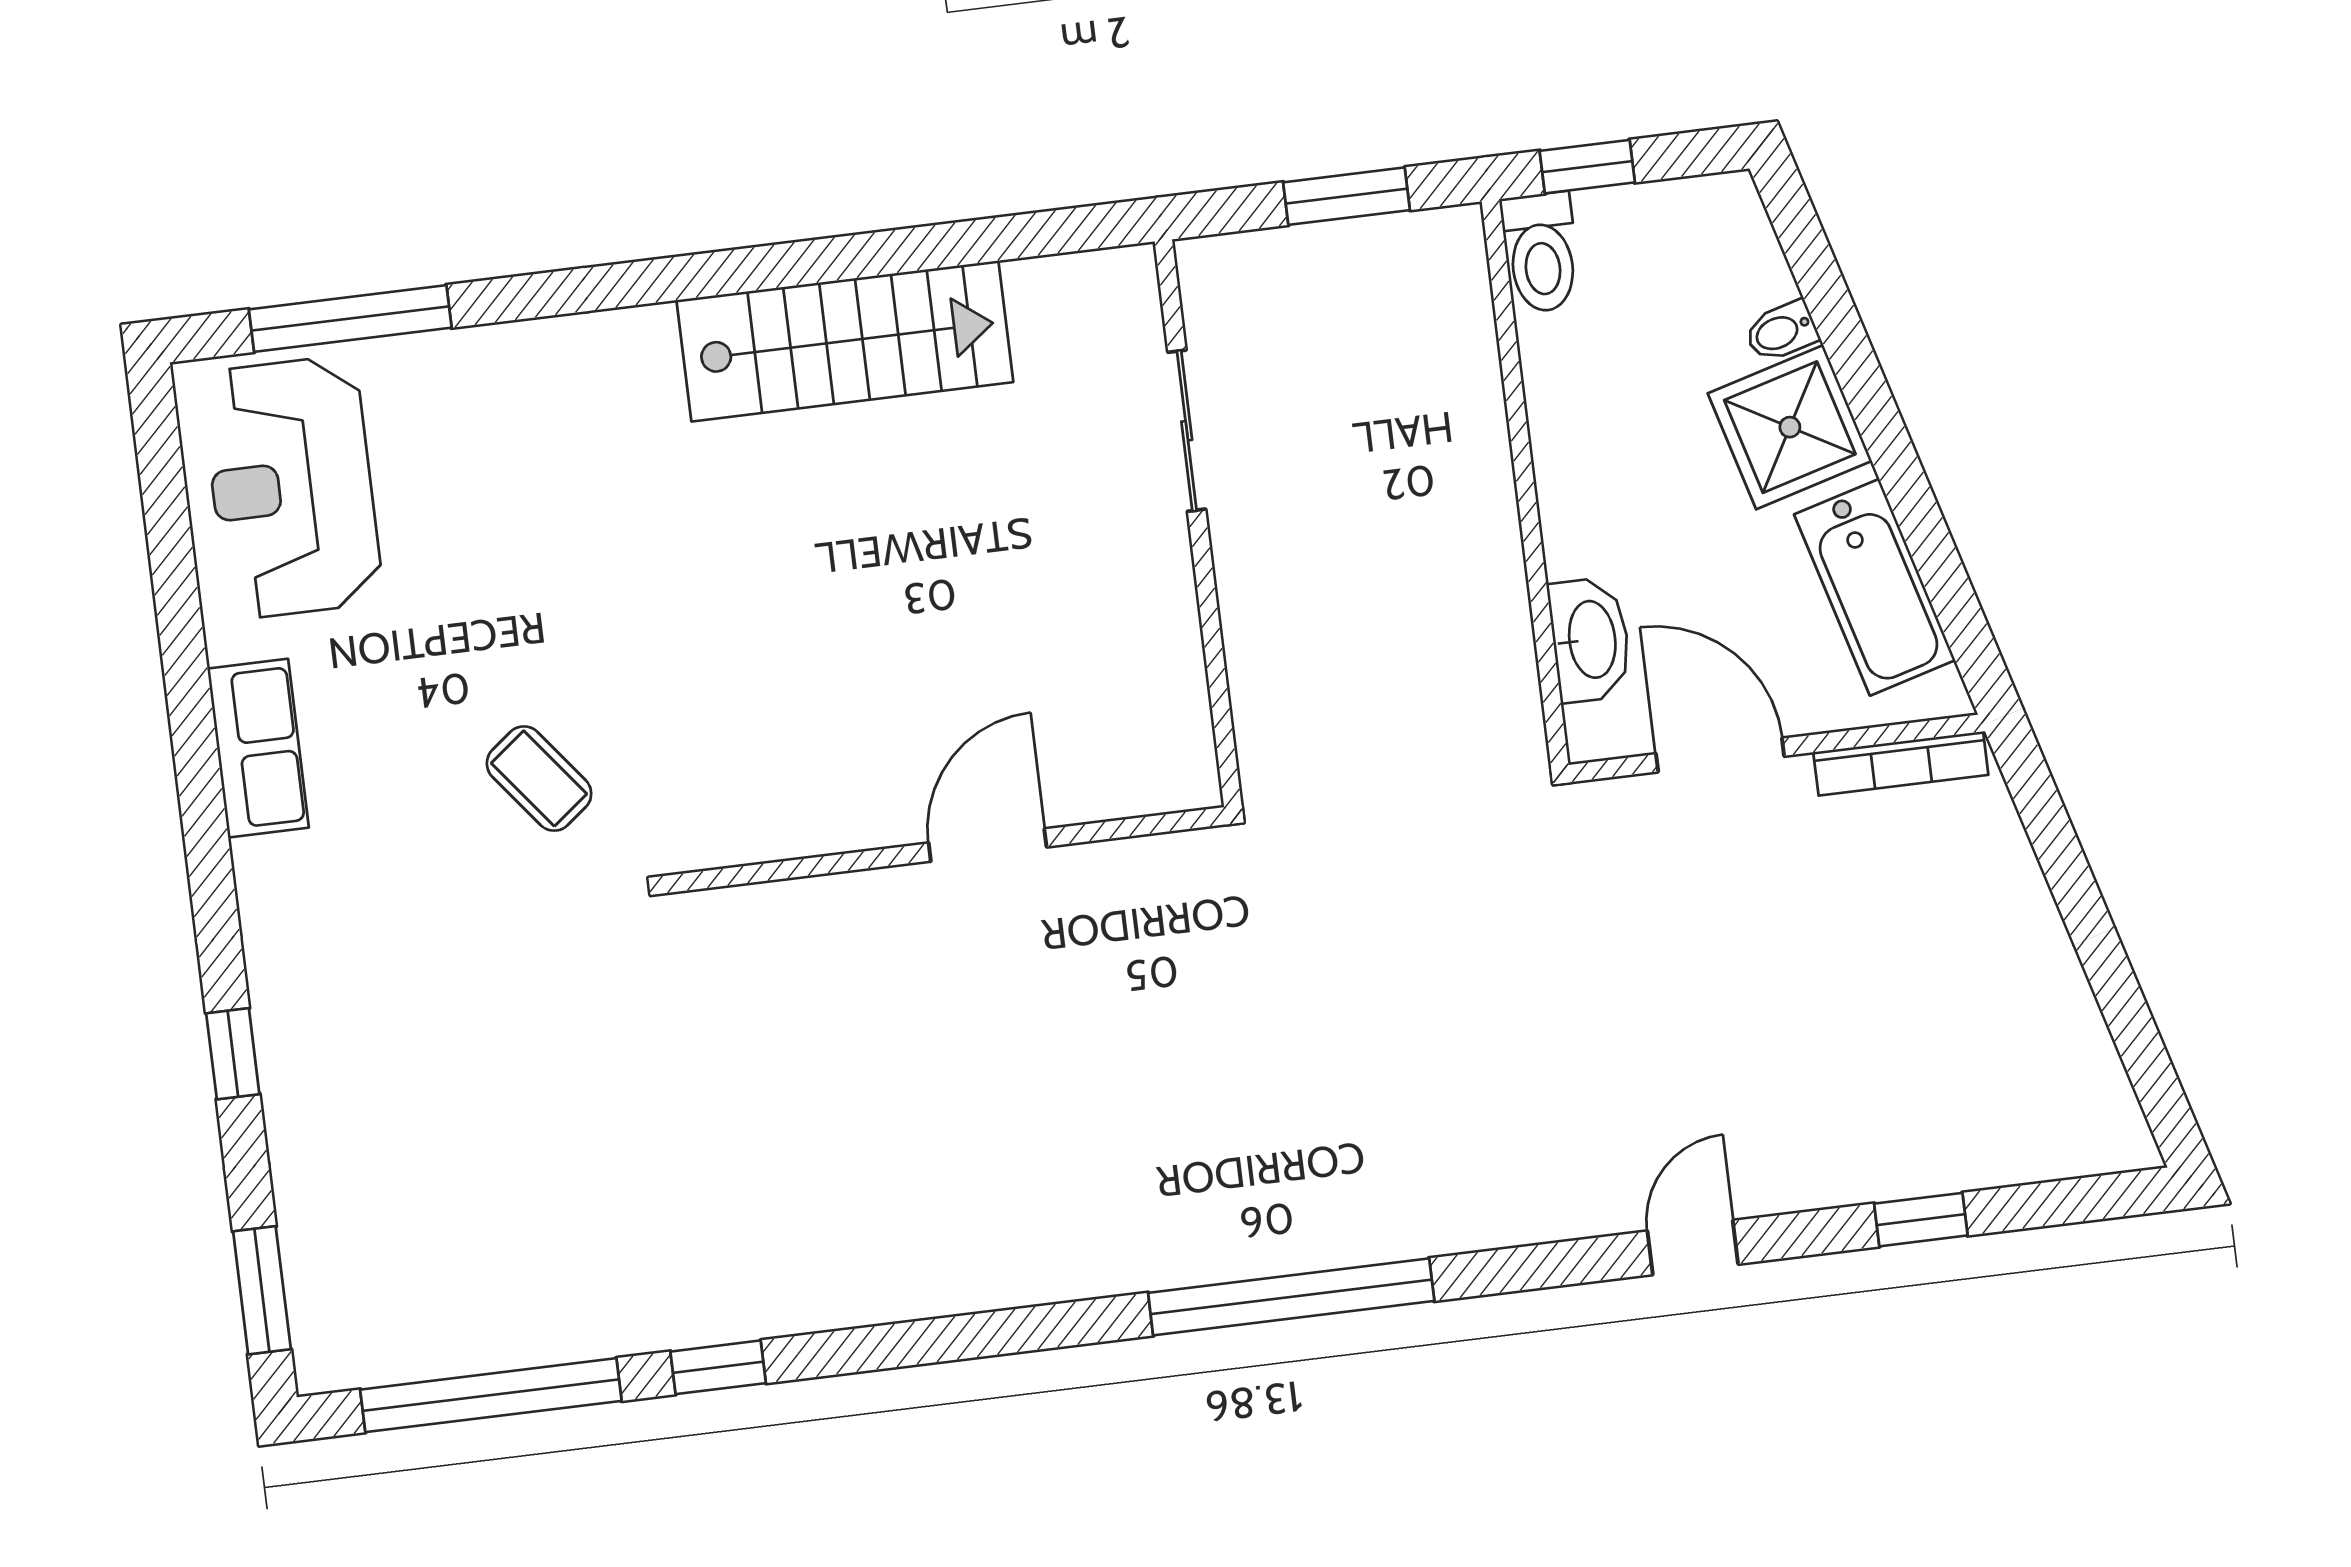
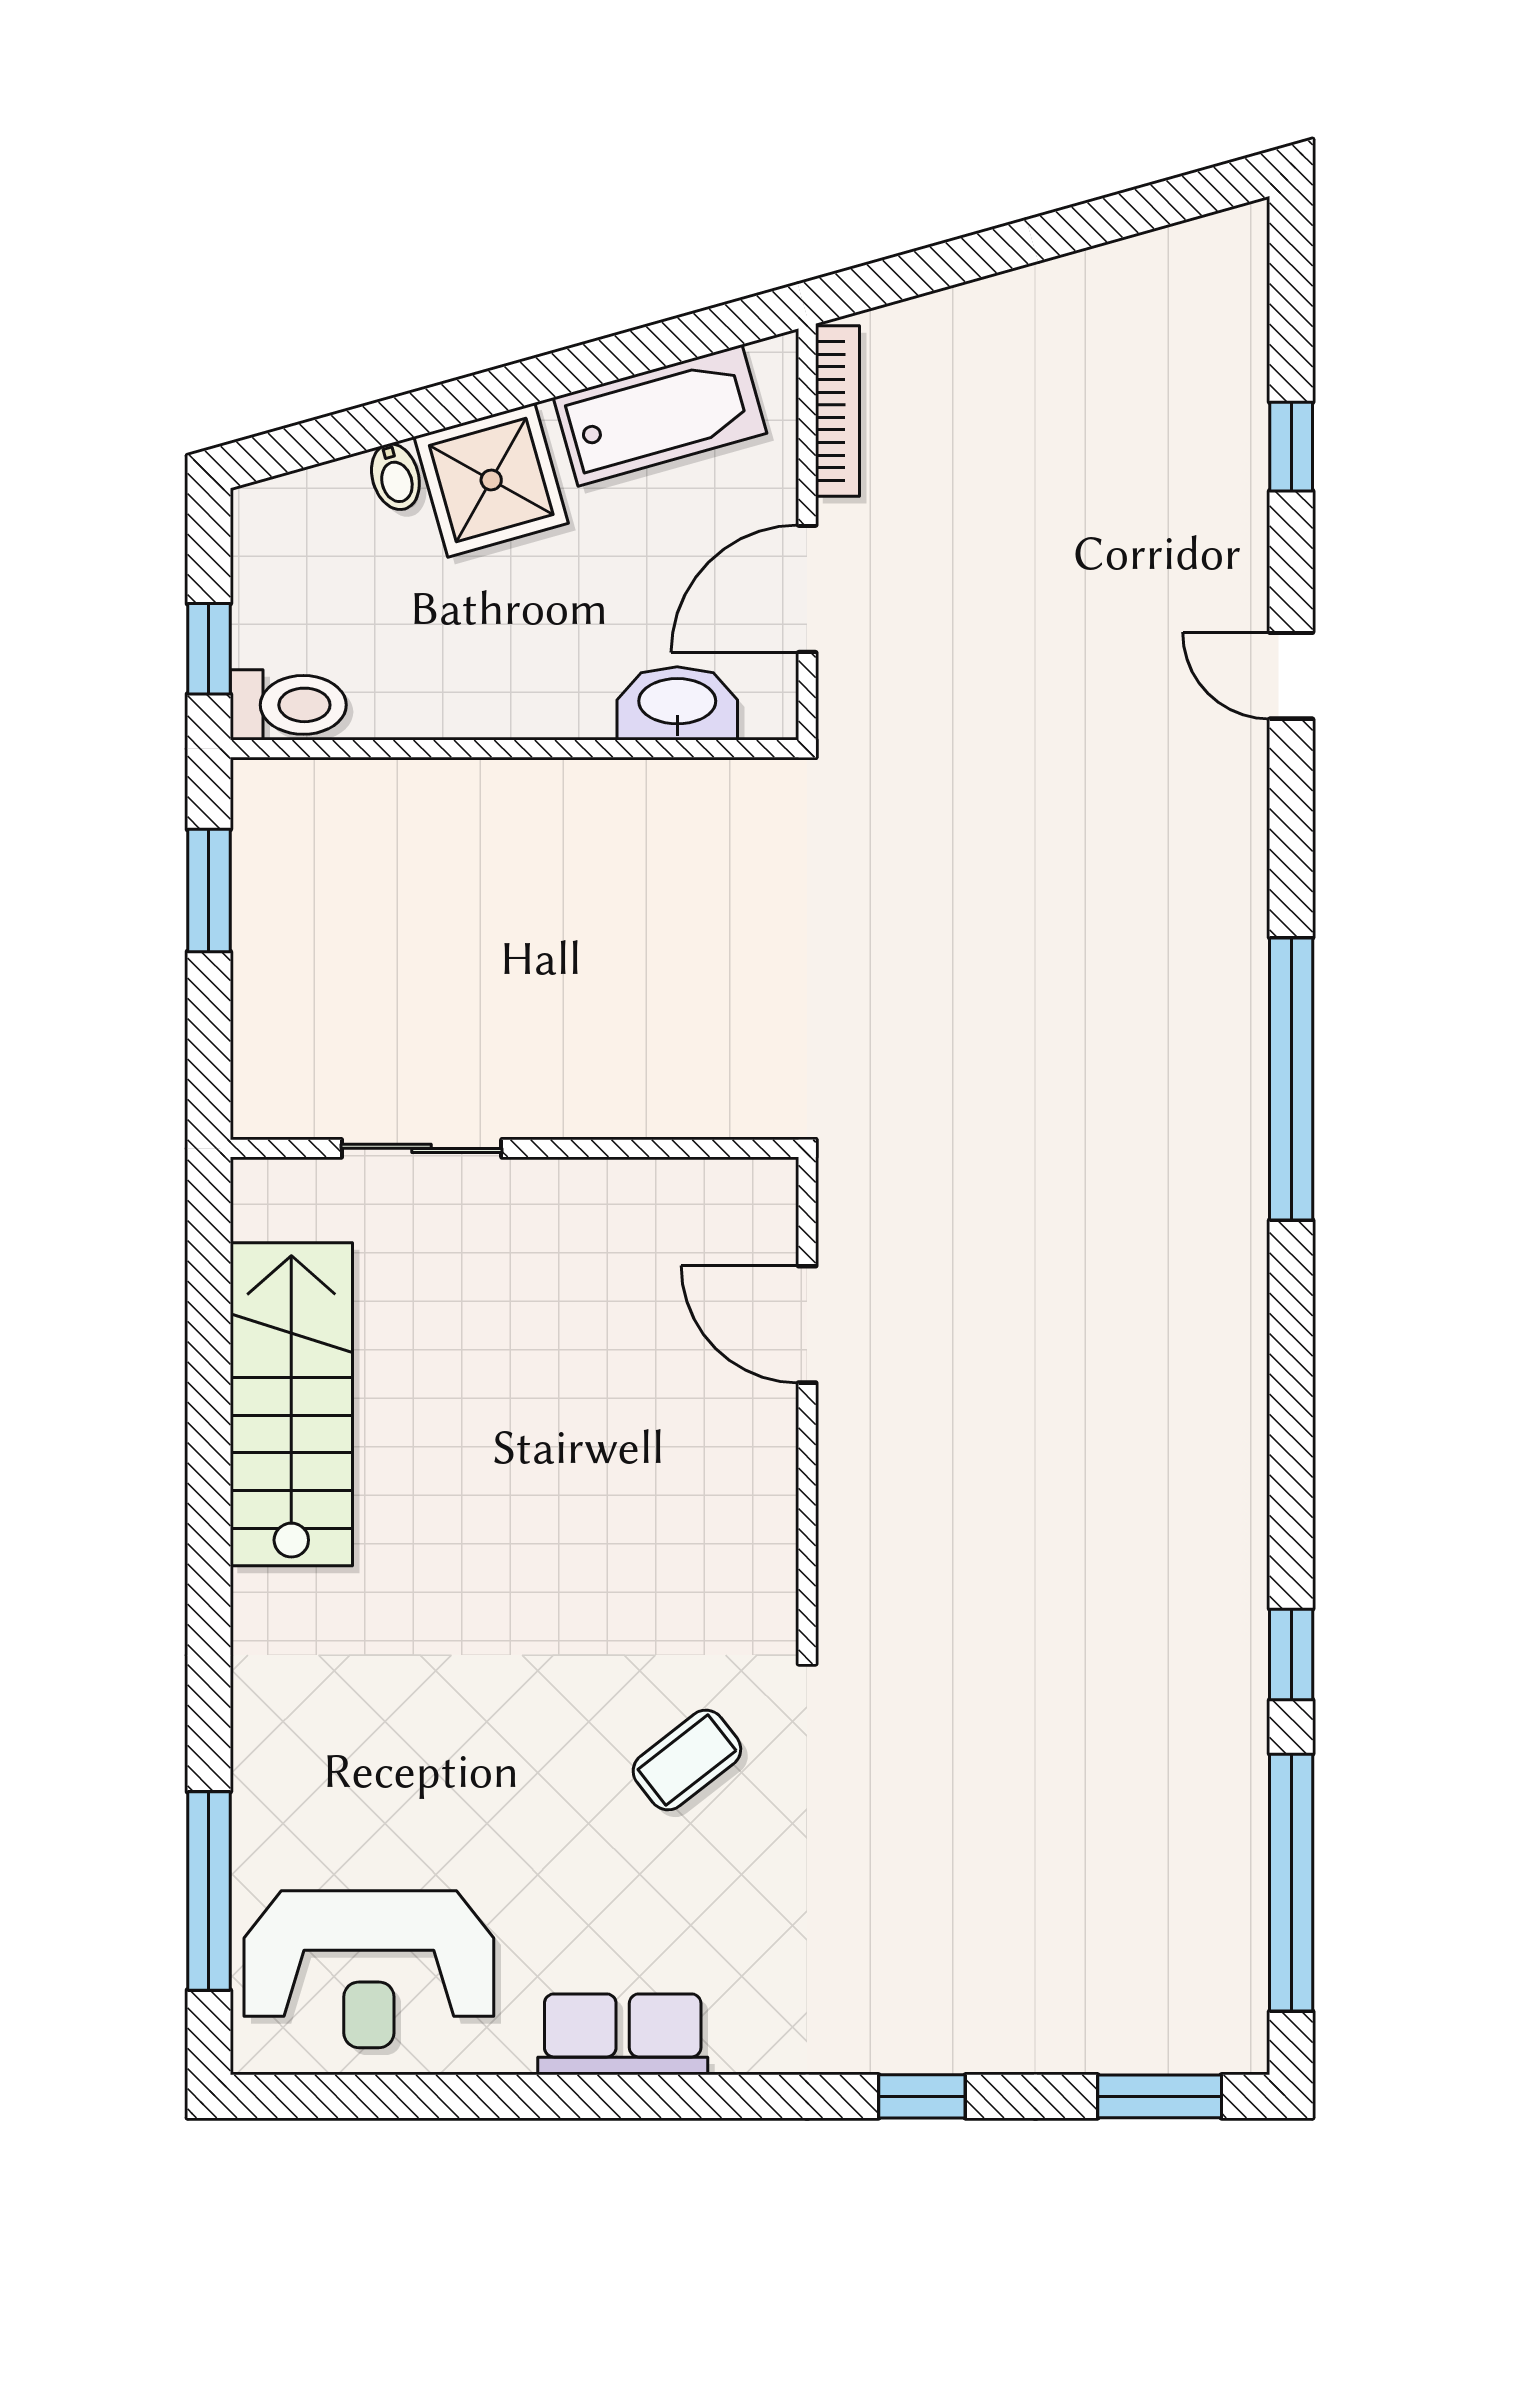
sliding door: (1187, 431) -> (422, 1148), moved
wall: (1198, 523) -> (514, 1148), moved

